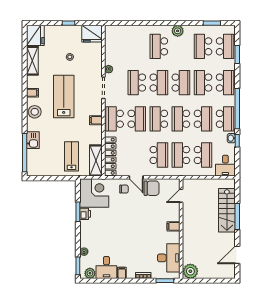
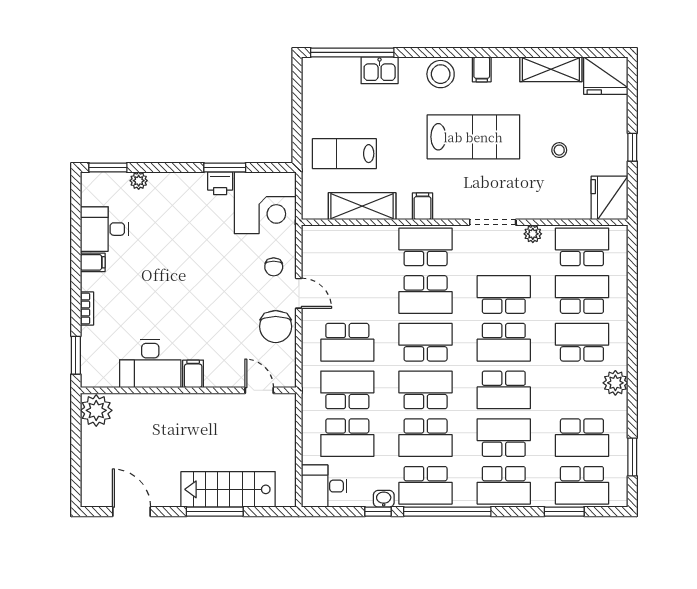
school desk: (115, 46) -> (582, 247), added
school desk: (137, 46) -> (582, 295), added
school desk: (203, 46) -> (582, 438), turned 180
lab bench: (71, 156) -> (344, 154), turned 180
locker: (110, 156) -> (345, 237), removed
shelving: (96, 161) -> (362, 206), moved
door: (136, 177) -> (299, 293), swing flipped
desk: (169, 258) -> (150, 364), moved
plant: (90, 273) -> (92, 194), removed

